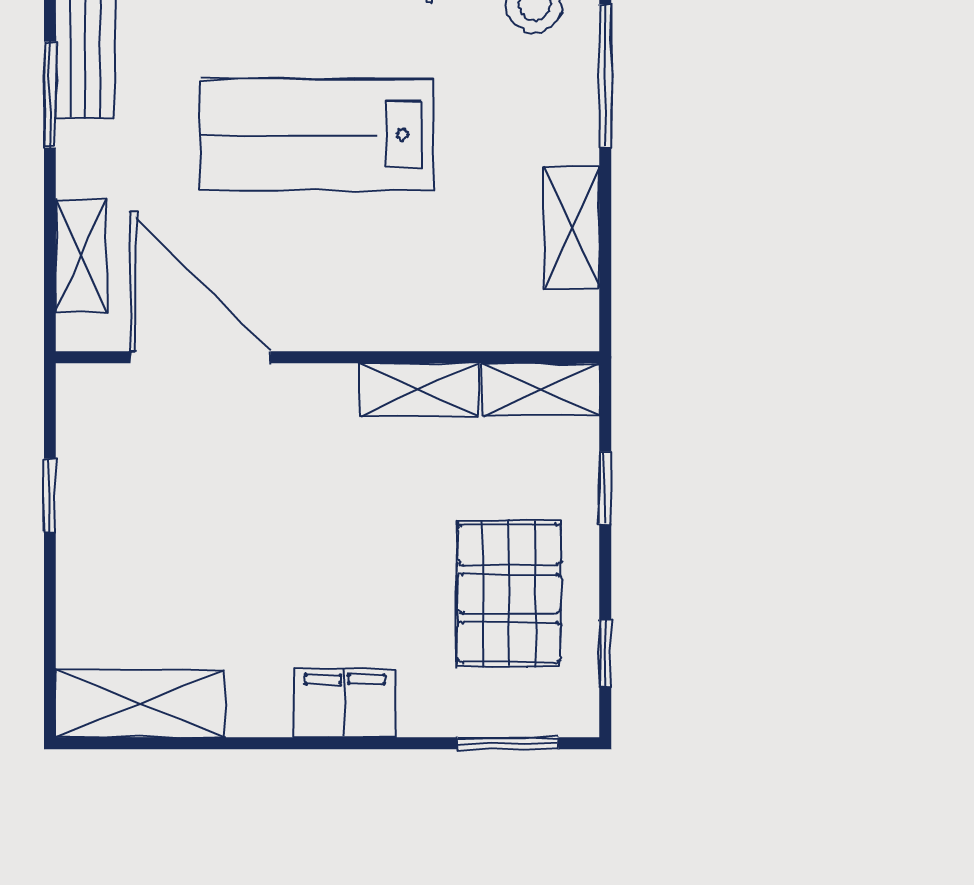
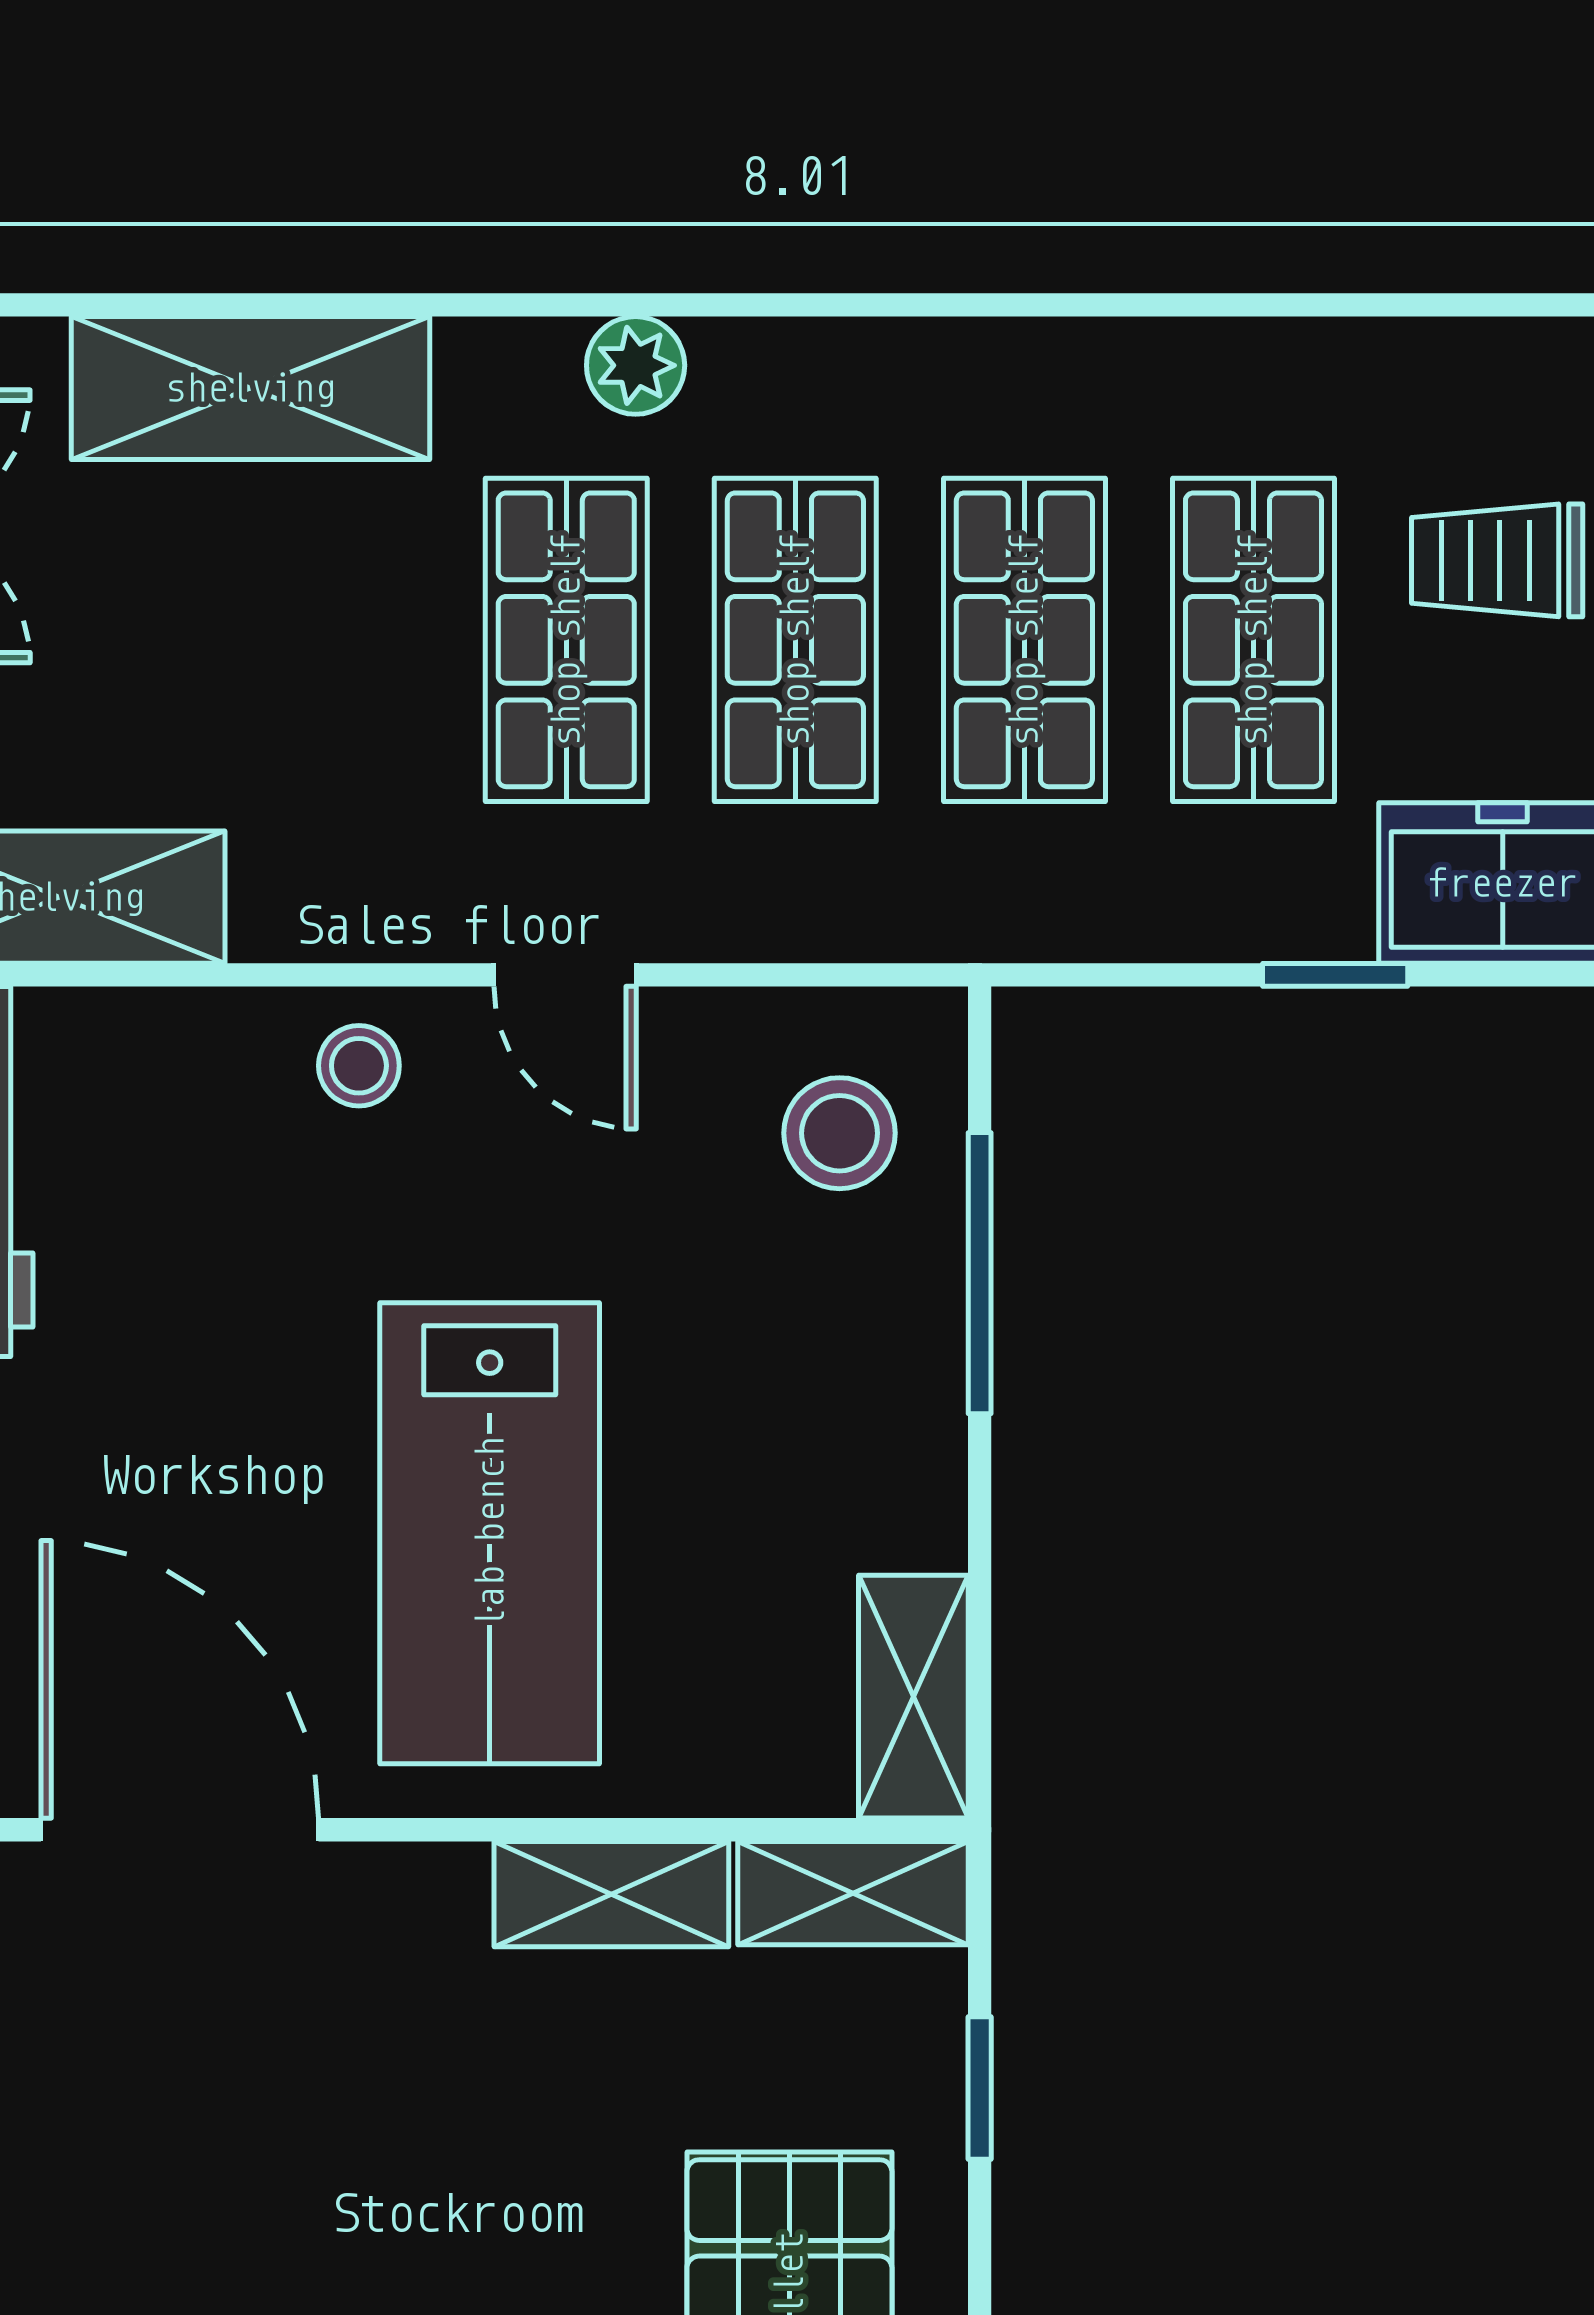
lab bench: (316, 135) -> (490, 1533), moved, turned -90
shelving: (572, 228) -> (913, 1697), moved

